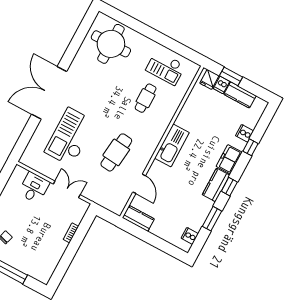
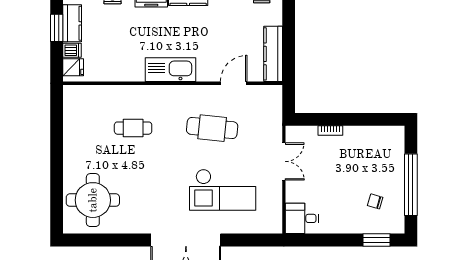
checkout: (166, 68) -> (87, 124), removed
window: (231, 76) -> (57, 28), moved
desk: (34, 188) -> (302, 218), moved
double door: (67, 189) -> (284, 161), swing flipped
kitchen counter: (138, 218) -> (273, 54), width x1.50

